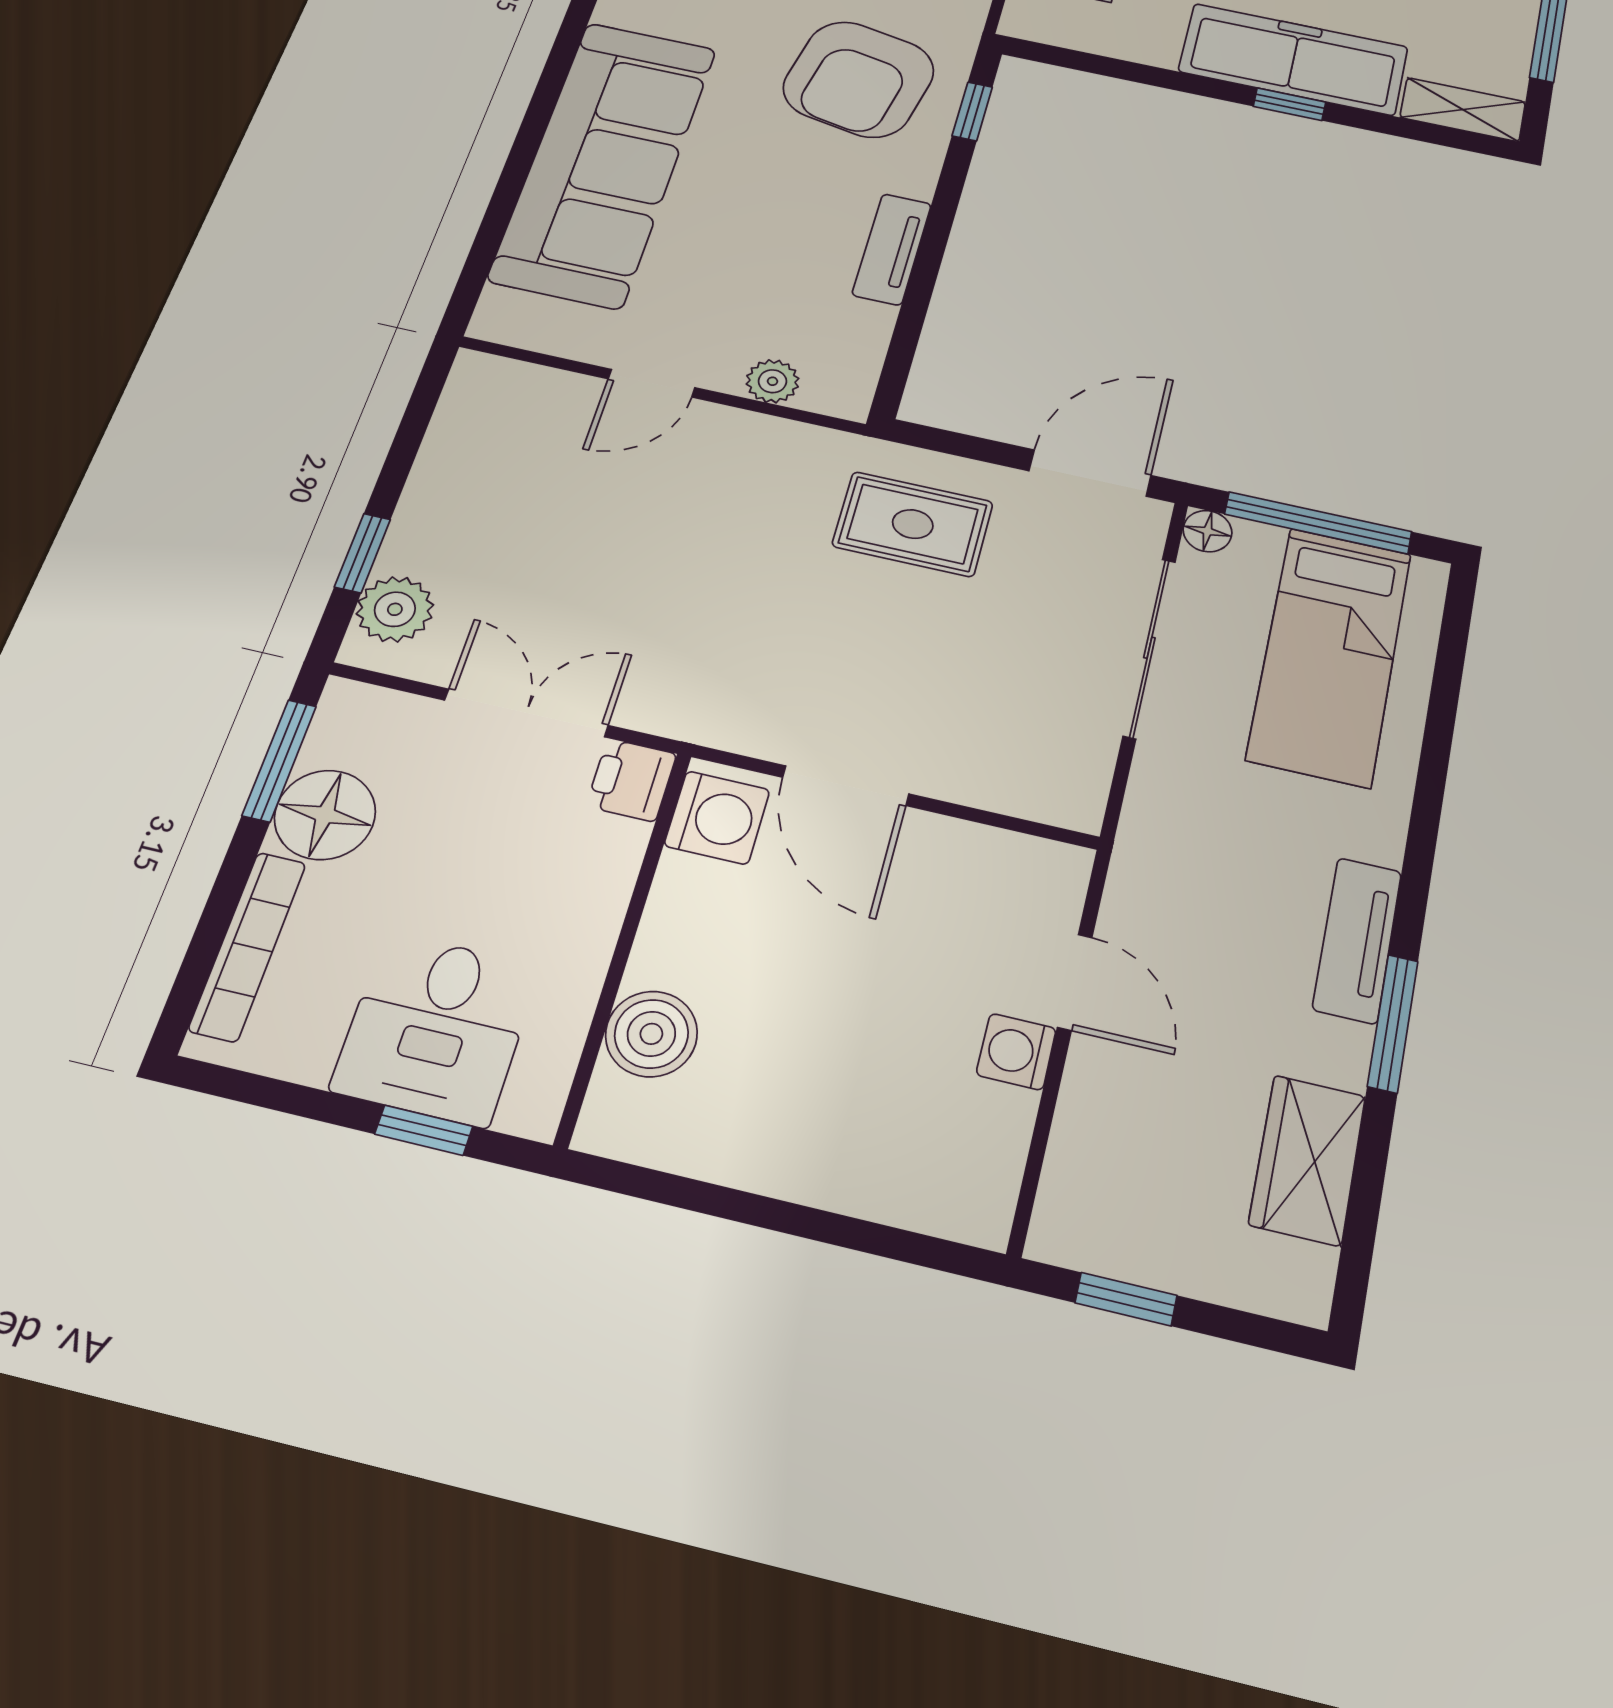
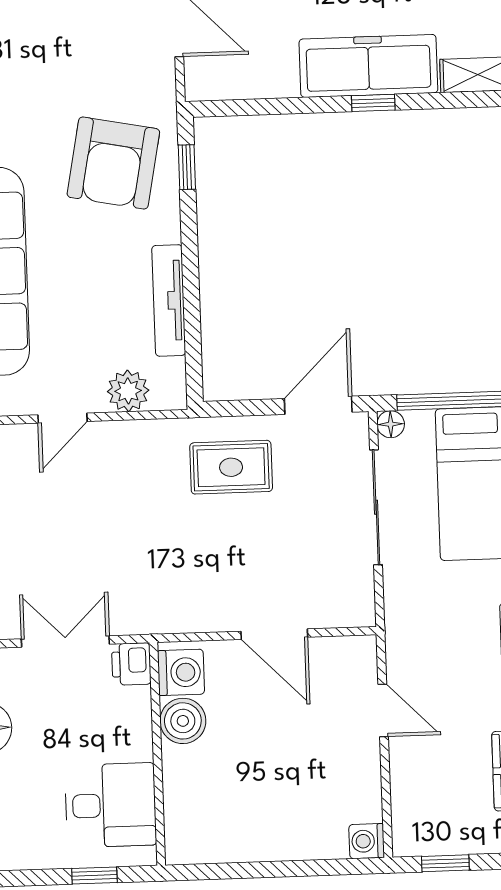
tv unit: (892, 249) -> (169, 300), width x1.41
plant: (773, 381) -> (128, 391), width x1.38, depth x1.38
door: (846, 786) -> (274, 634), moved
desk: (436, 1028) -> (111, 805), moved, turned -90
boiler: (651, 1034) -> (183, 721), moved
washing machine: (1016, 1052) -> (367, 841), moved

